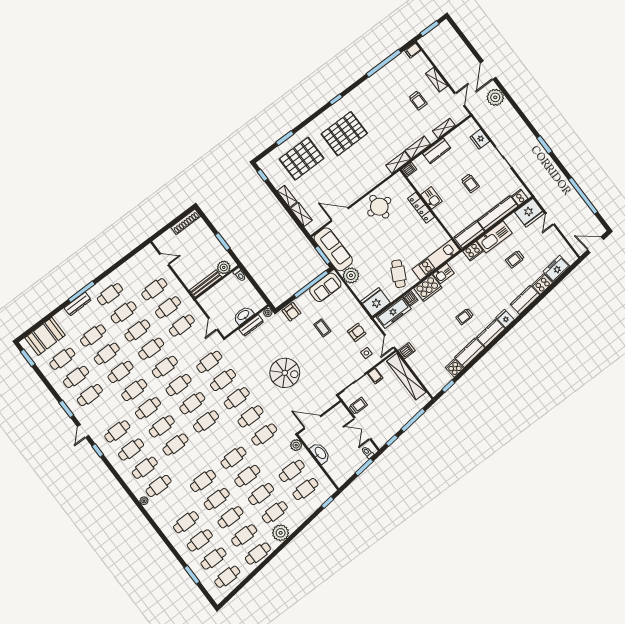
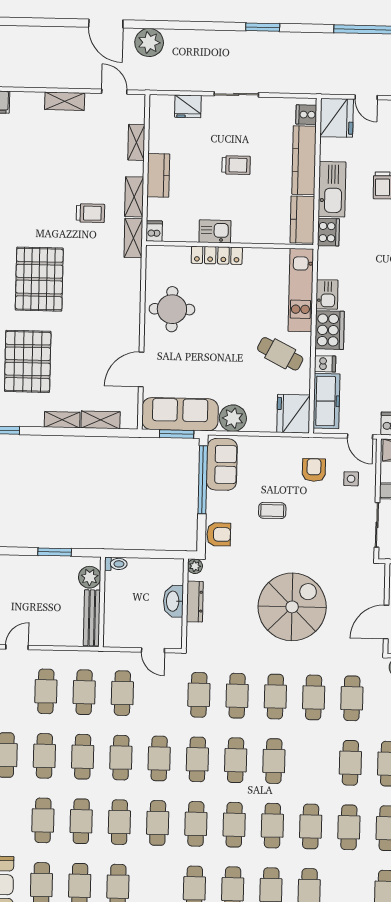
trolley: (418, 101) -> (90, 213), moved
spiral stairs: (285, 373) -> (292, 607), width x1.37, depth x1.37
cafe table: (189, 463) -> (311, 826), added

